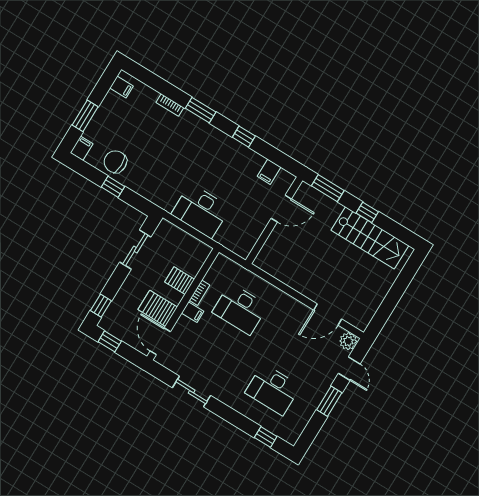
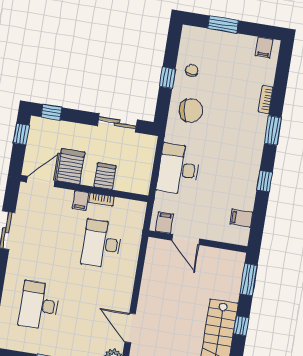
filing cabinet: (82, 148) -> (164, 223), moved, turned -90
chair: (115, 162) -> (192, 70), width x0.54, depth x0.54
chair: (152, 178) -> (191, 110), added
door: (281, 209) -> (186, 240), moved

